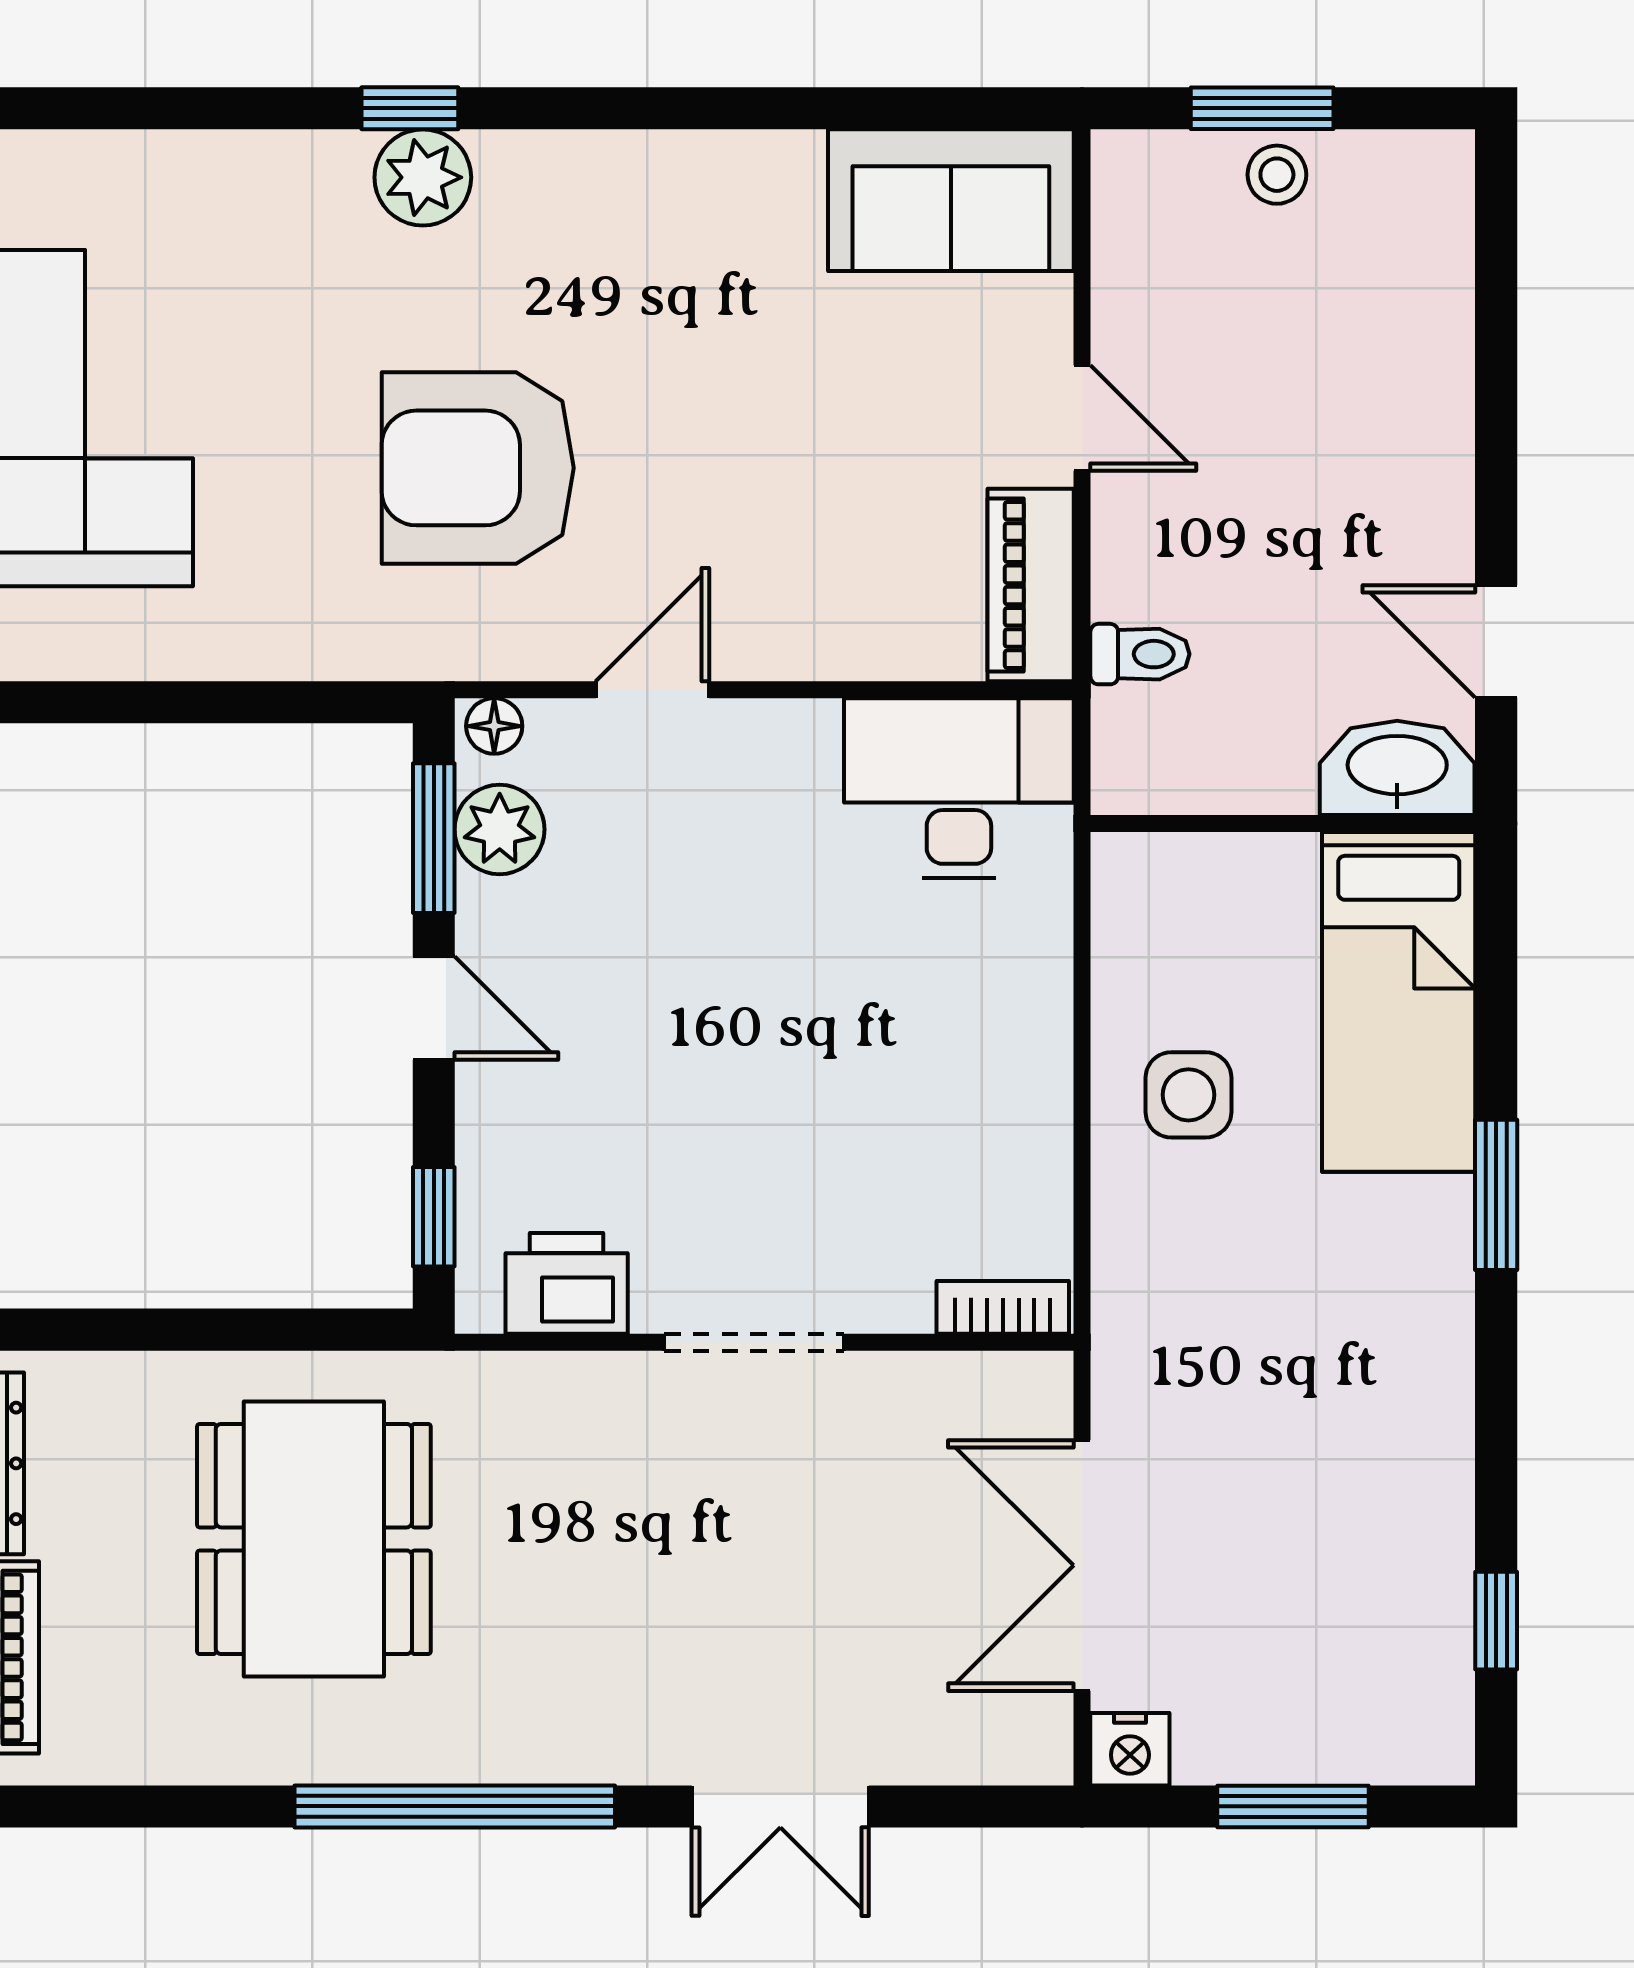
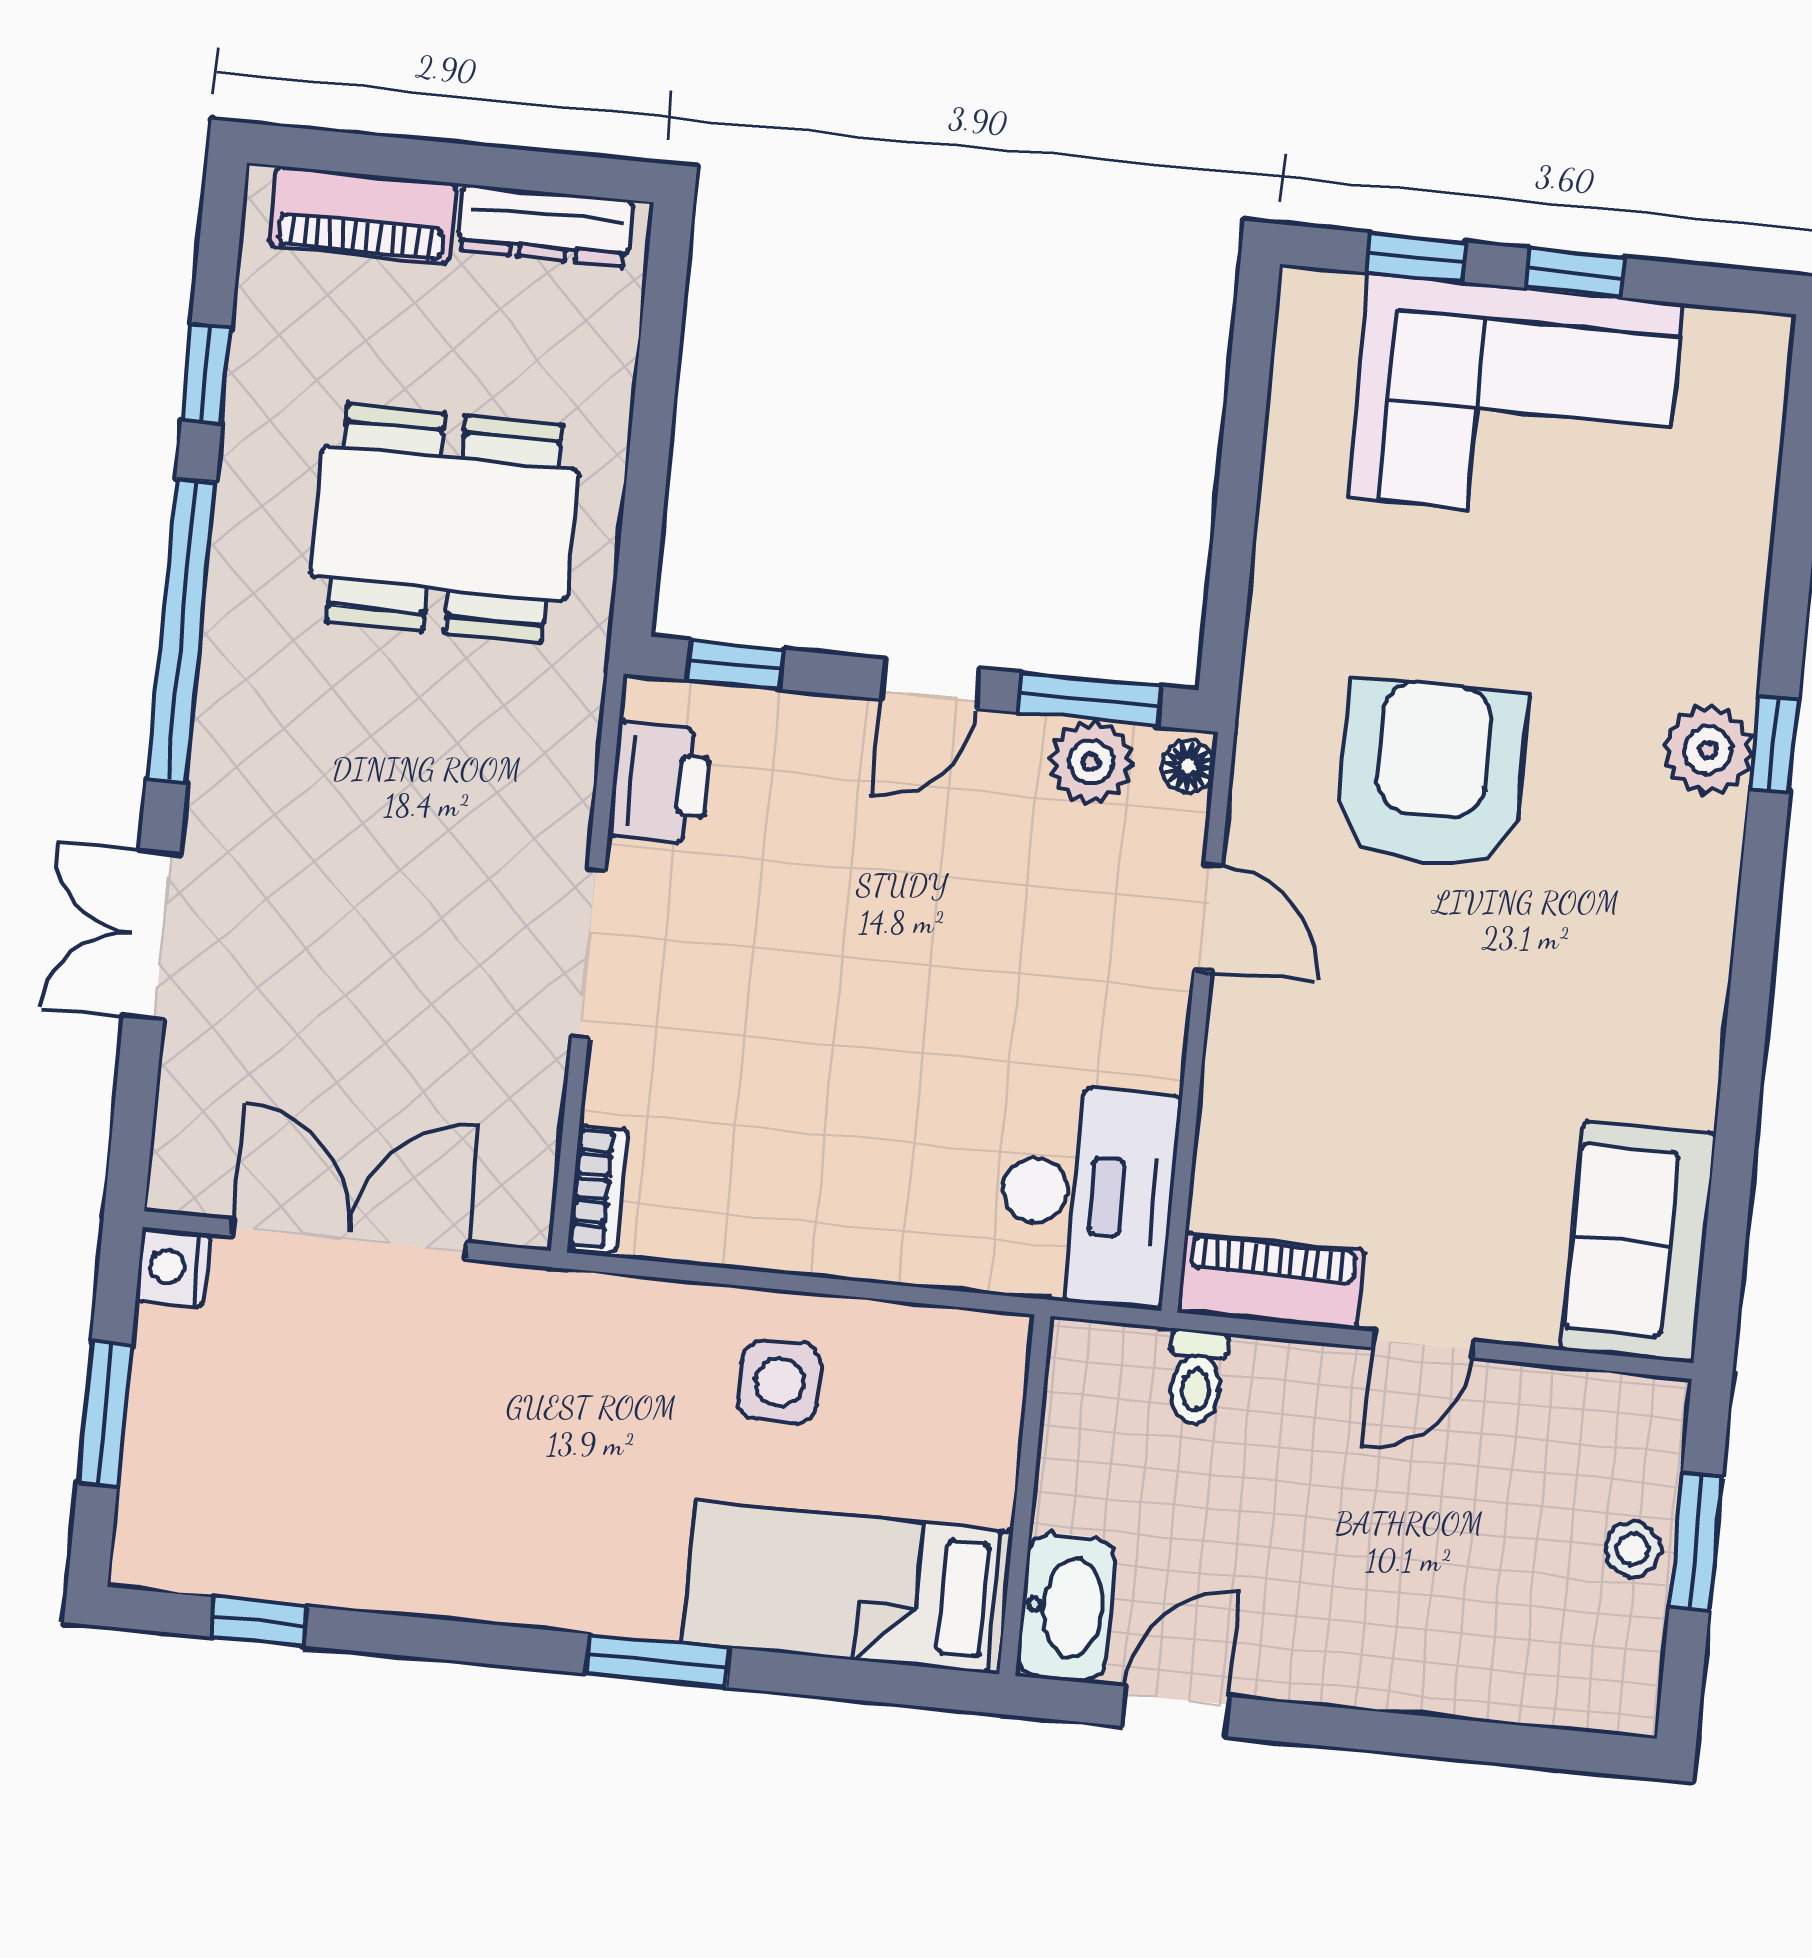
window: (181, 1806) -> (206, 374), added

